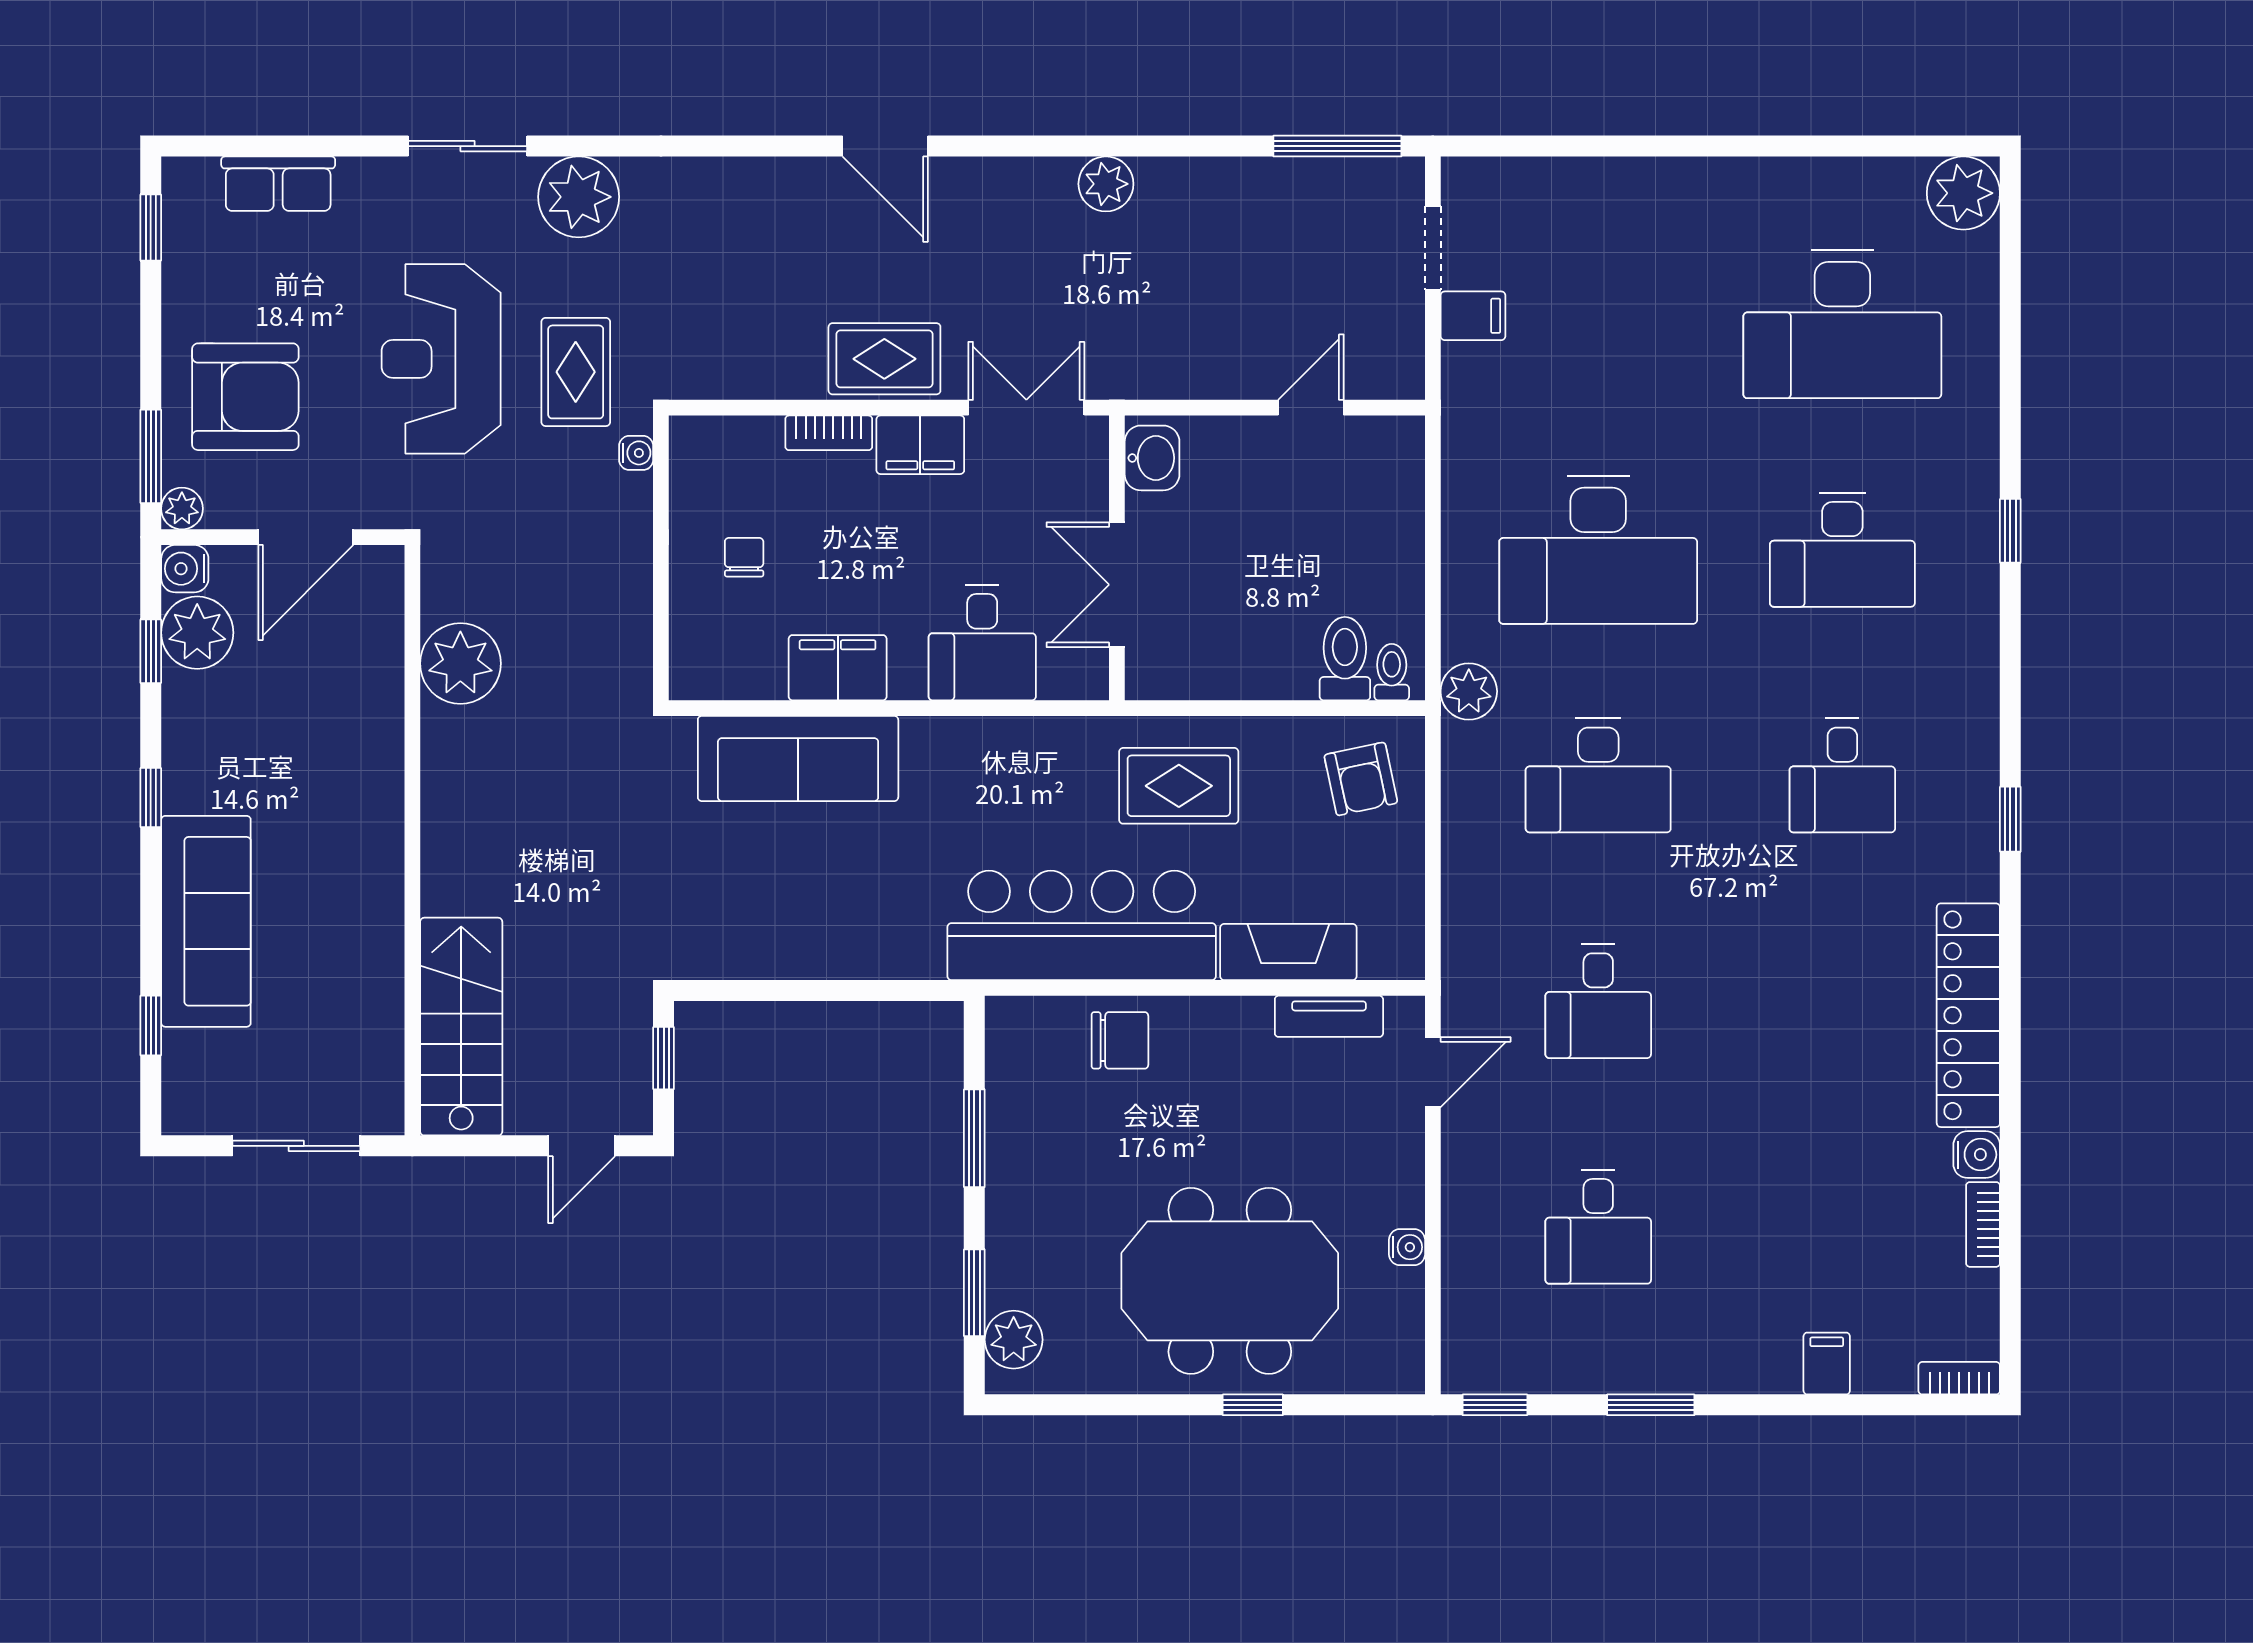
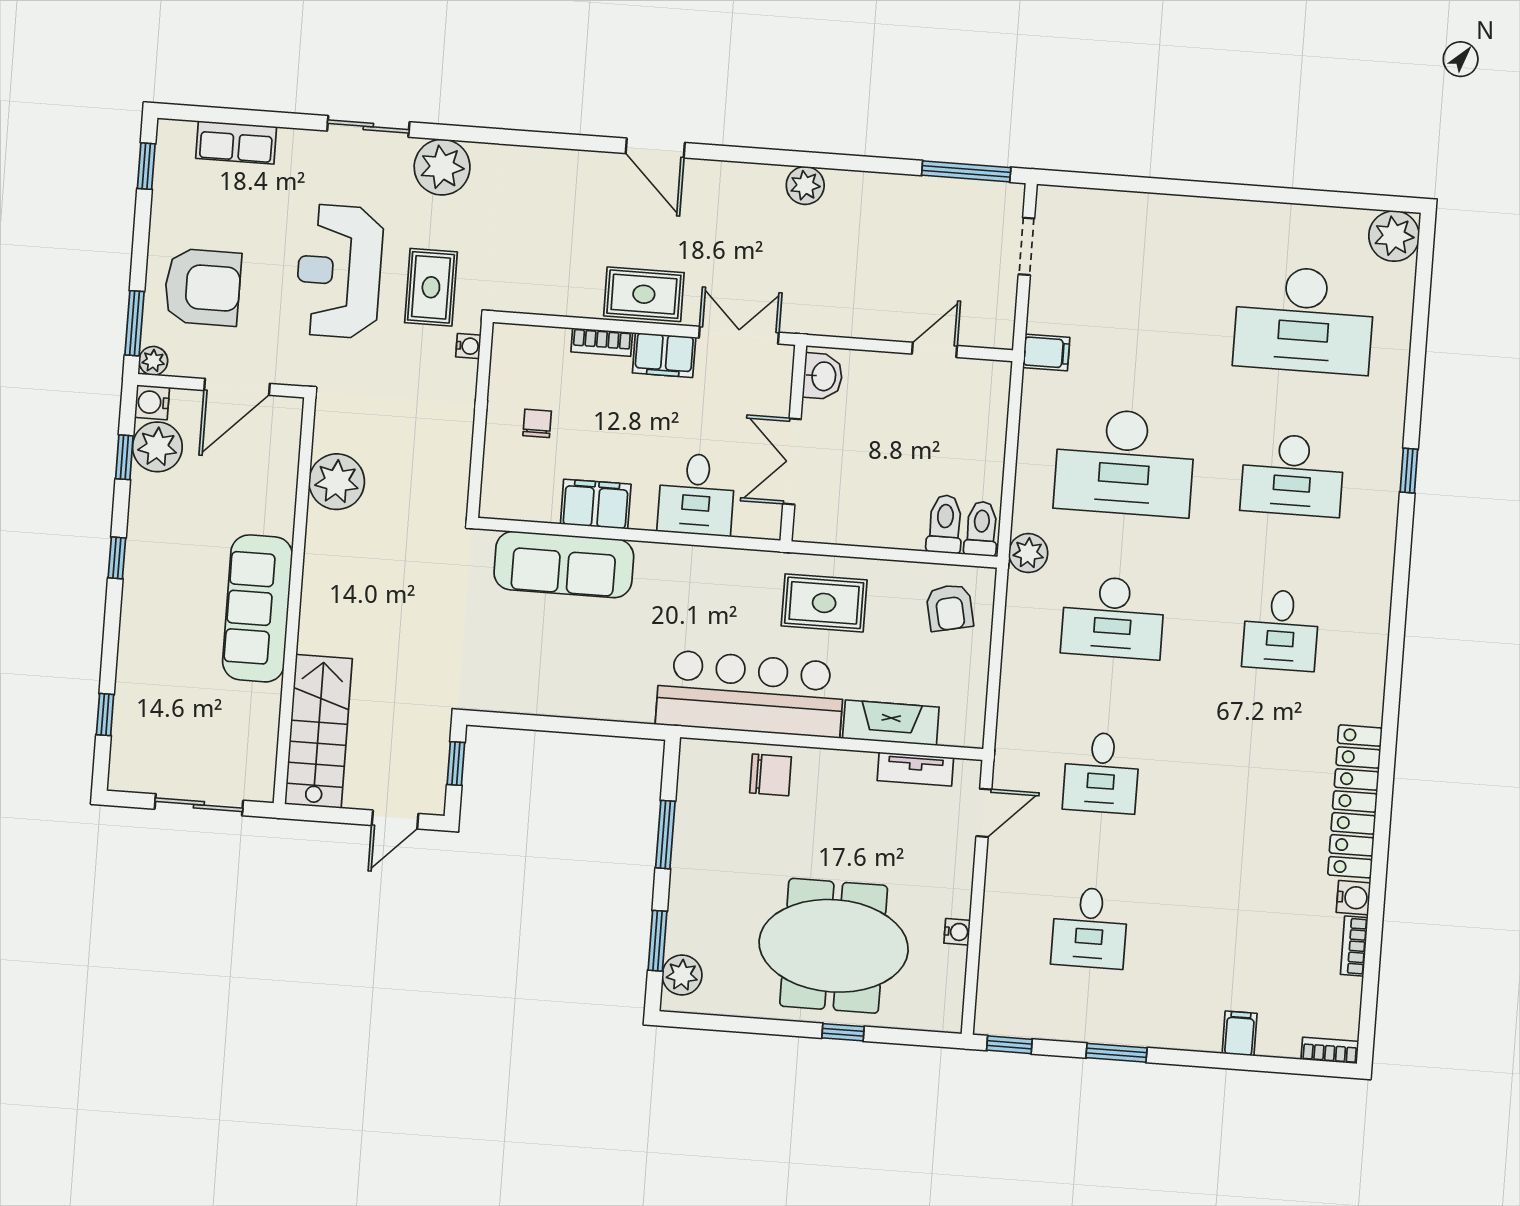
filing cabinet: (1473, 316) -> (1046, 353), moved
toilet: (1392, 672) -> (981, 529), width x1.37, depth x1.39
window: (2010, 819) -> (1394, 669), removed
sofa: (206, 921) -> (258, 608), moved, turned 180

